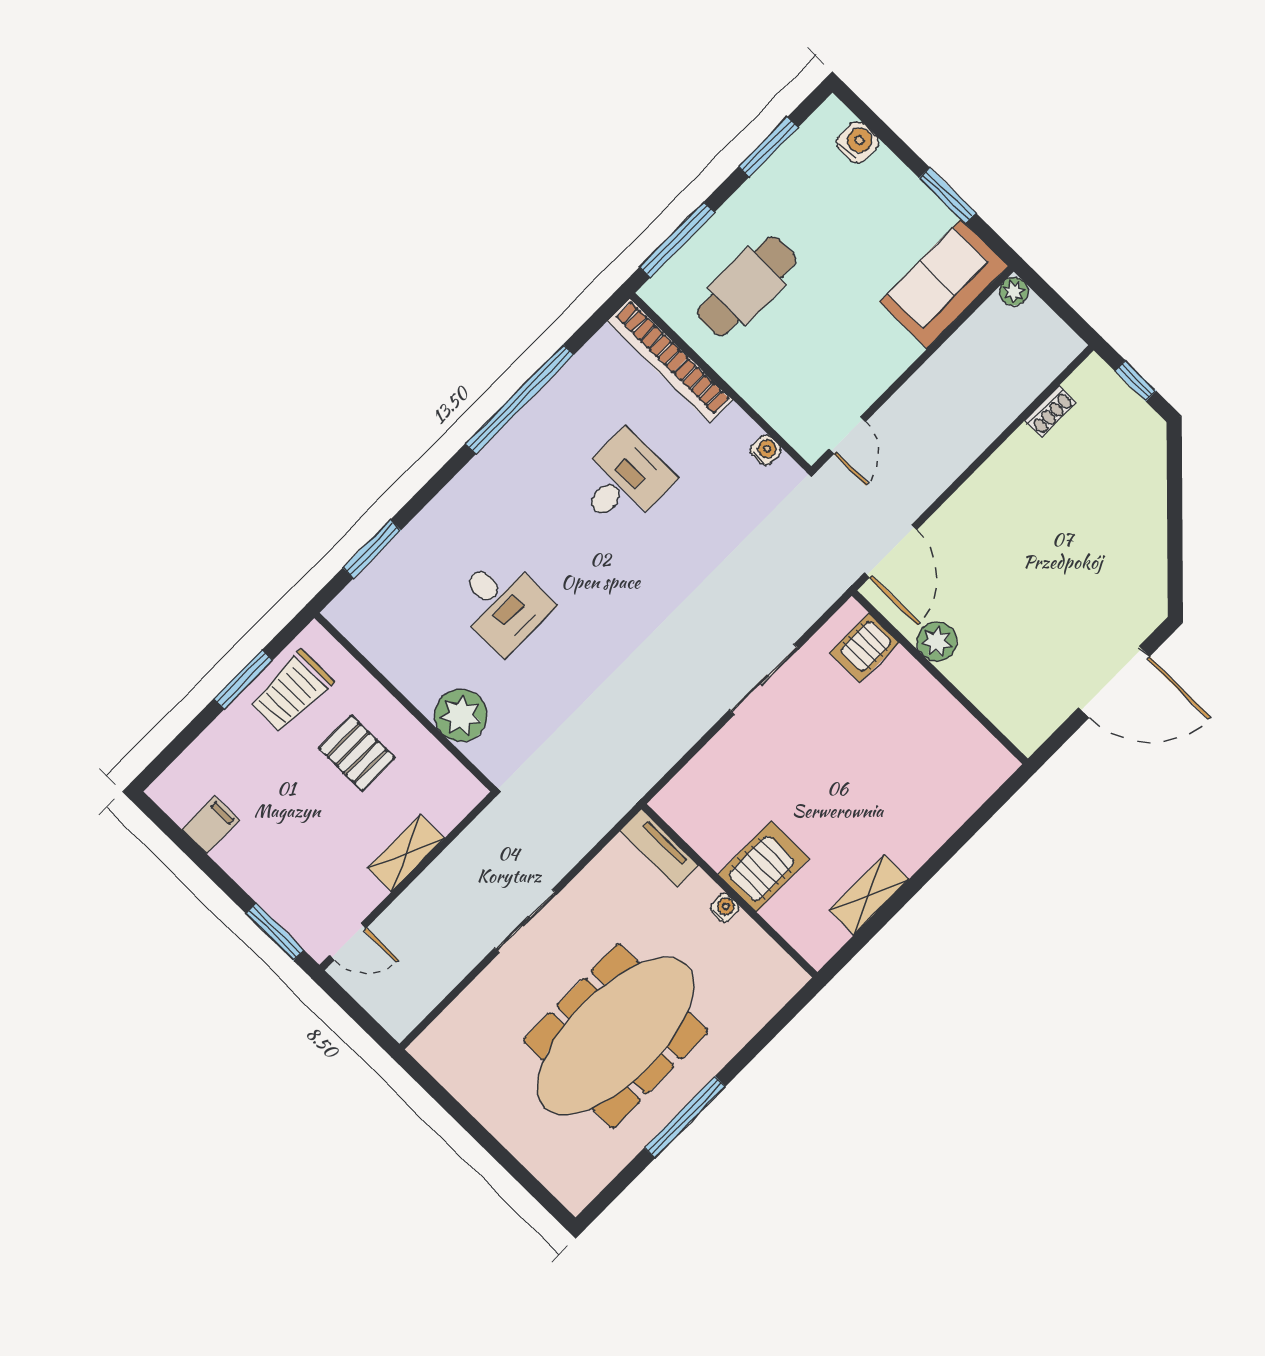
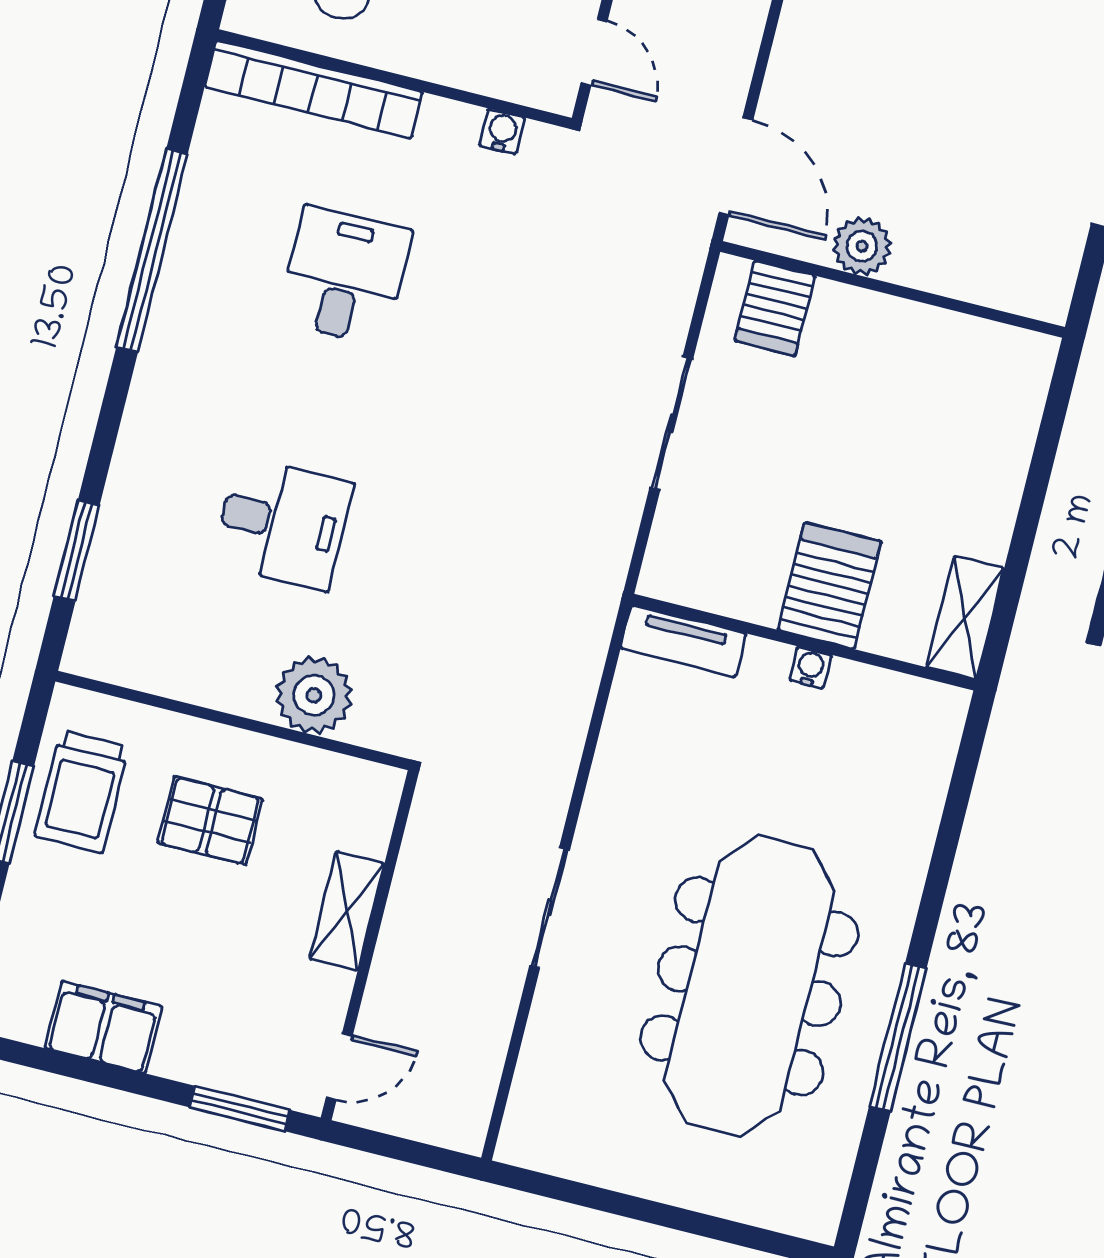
filing cabinet: (211, 825) -> (103, 1027), width x2.00
tv unit: (659, 848) -> (683, 641), moved
server rack: (764, 866) -> (829, 586), moved
wall: (729, 891) -> (804, 642), moved
water cooler: (724, 908) -> (810, 668), moved

